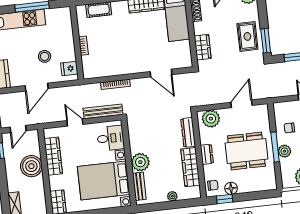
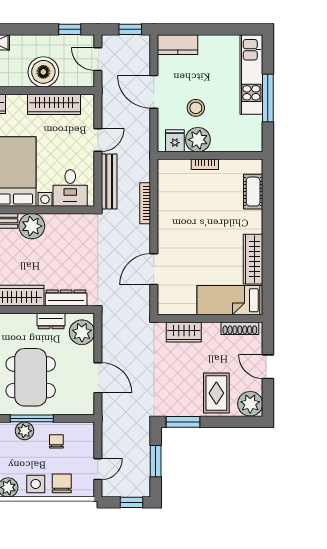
rug: (247, 36) -> (216, 393), moved, turned 90
plant: (67, 52) -> (198, 140), added
dresser: (207, 154) -> (51, 321), moved

